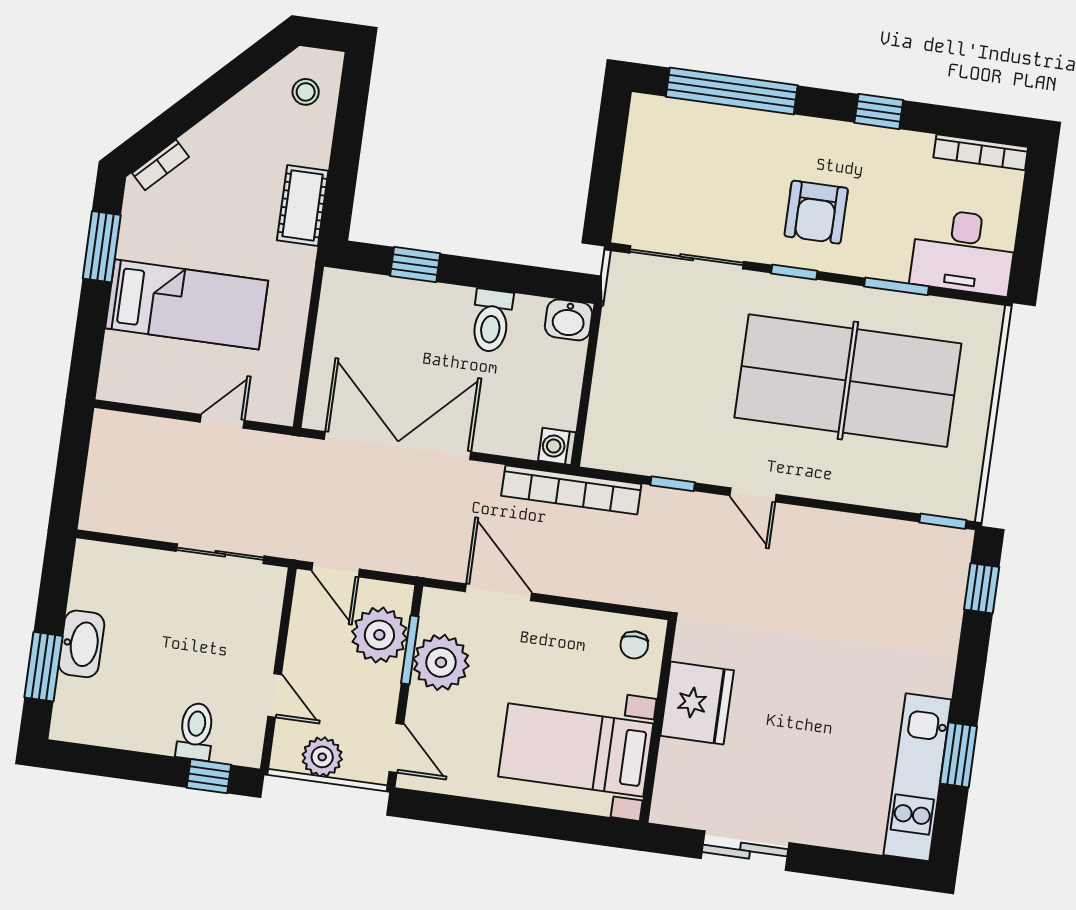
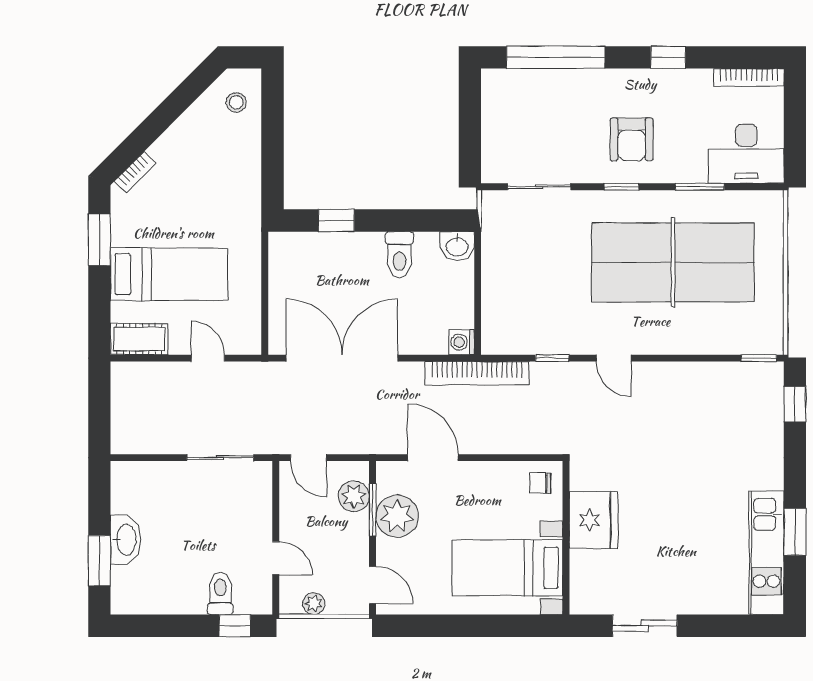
cot: (303, 205) -> (139, 339), moved, turned 90
sliding door: (687, 257) -> (539, 187), width x0.73
door: (222, 421) -> (208, 358), hinge flipped
plant: (379, 635) -> (354, 496), width x0.73, depth x0.73
chair: (634, 645) -> (540, 483), turned 90
plant: (322, 757) -> (314, 604), width x0.73, depth x0.73

